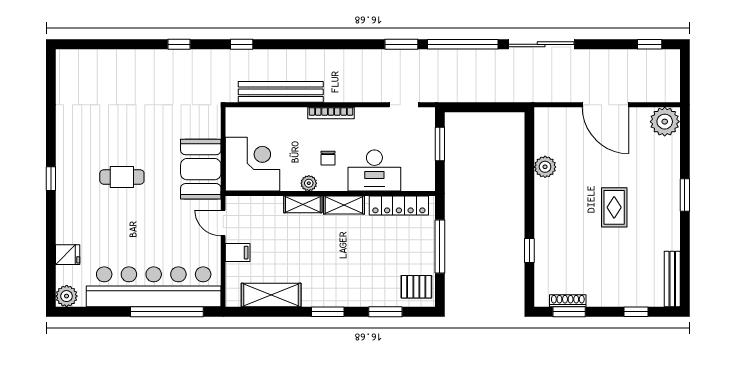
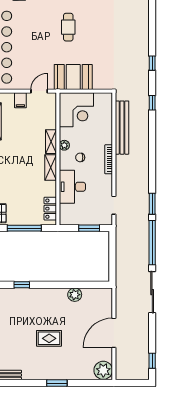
locker: (399, 205) -> (50, 209), width x0.66

